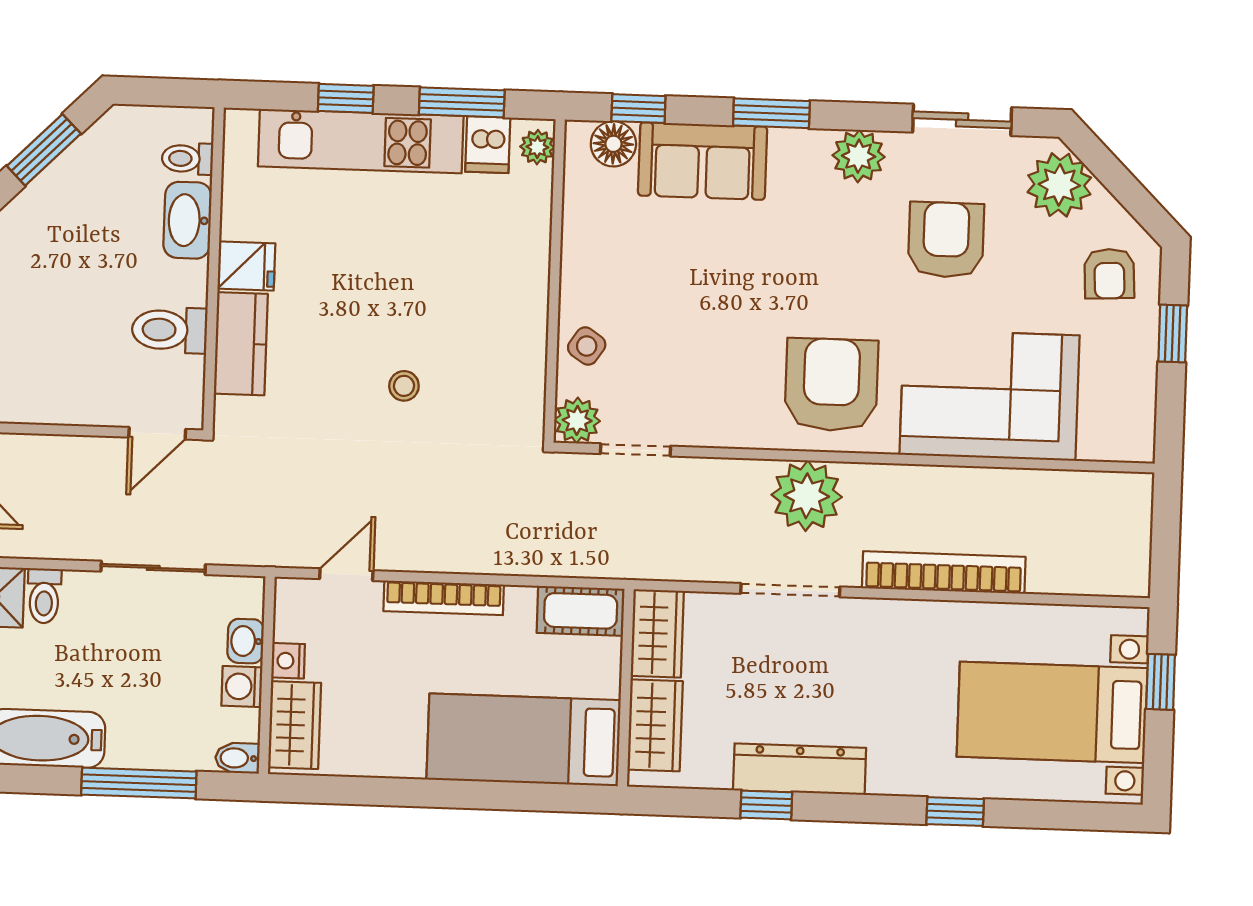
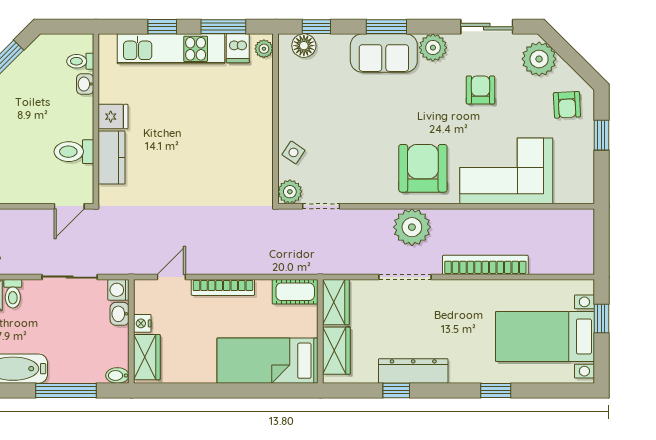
sofa: (703, 161) -> (384, 53), moved
washbasin: (187, 220) -> (85, 84), width x0.52, depth x0.69
armchair: (946, 240) -> (480, 90), width x0.72, depth x0.72
stool: (404, 386) -> (198, 177), removed
washing machine: (242, 686) -> (118, 290), moved

